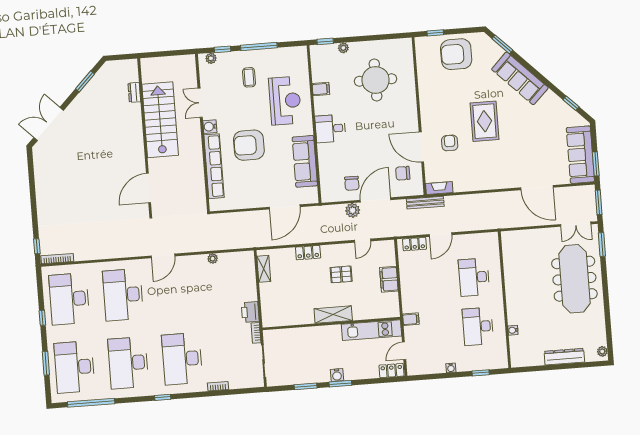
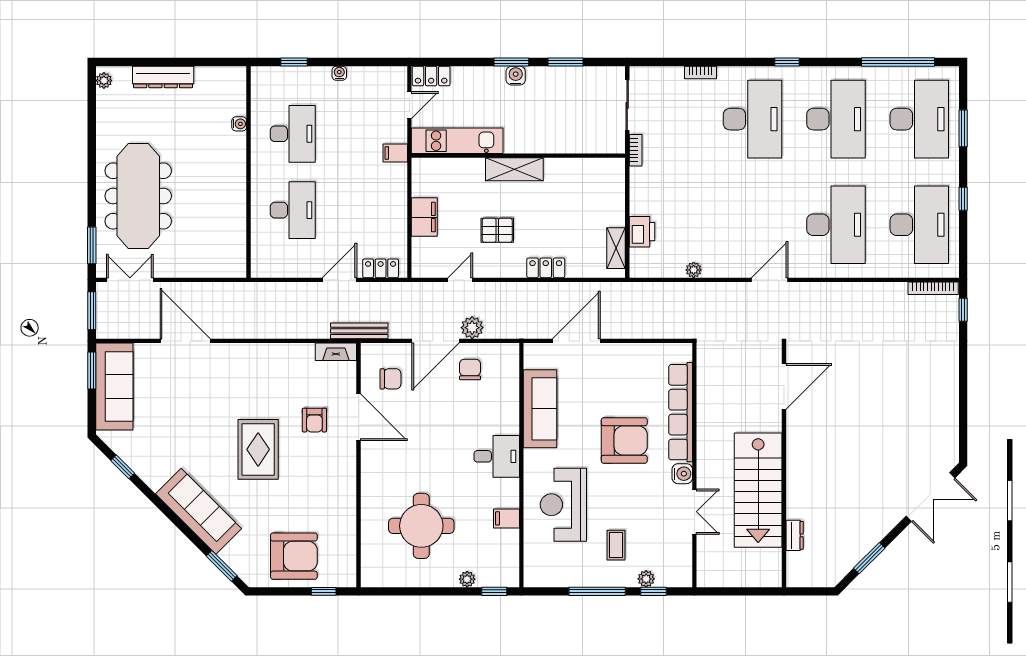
plant: (211, 58) -> (646, 579), moved
printer: (250, 312) -> (642, 232), moved

